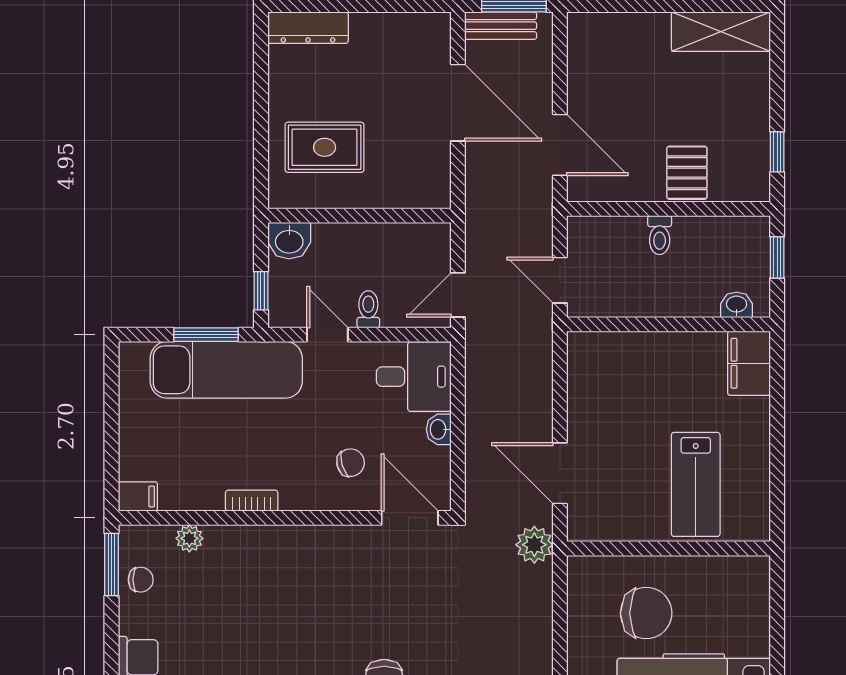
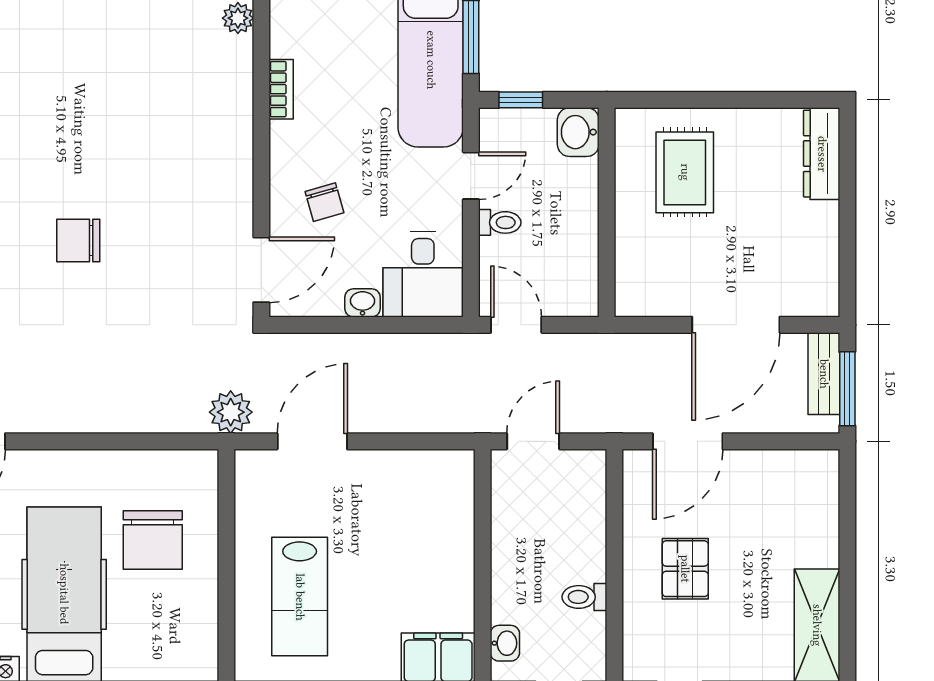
pallet: (687, 173) -> (685, 569), moved, turned 90
toilet: (660, 235) -> (584, 597), moved
lab bench: (696, 484) -> (300, 597), turned -90

